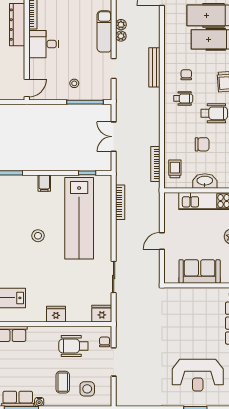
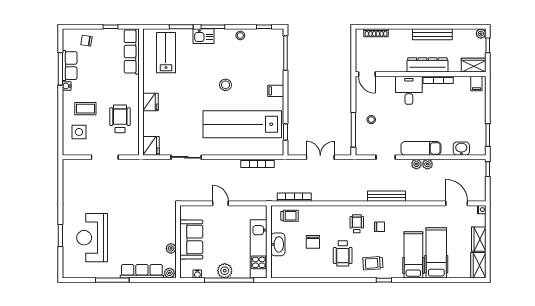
wheelchair: (183, 98) -> (357, 224), turned 180
plant: (209, 293) -> (171, 248), added
chair: (105, 342) -> (124, 149), removed

